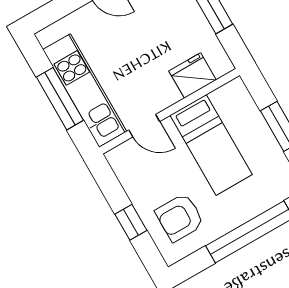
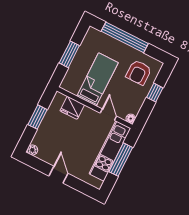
floor lamp: (115, 157) -> (131, 119), added
armchair: (180, 218) -> (139, 72), turned 90

